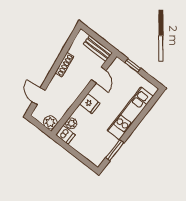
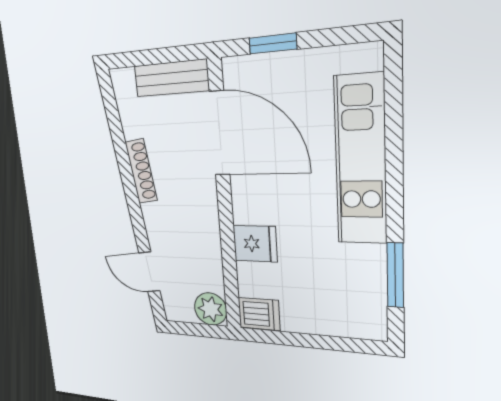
door: (99, 75) -> (220, 133), width x1.88
fridge: (90, 104) -> (255, 244), moved
plant: (71, 123) -> (251, 282), removed

